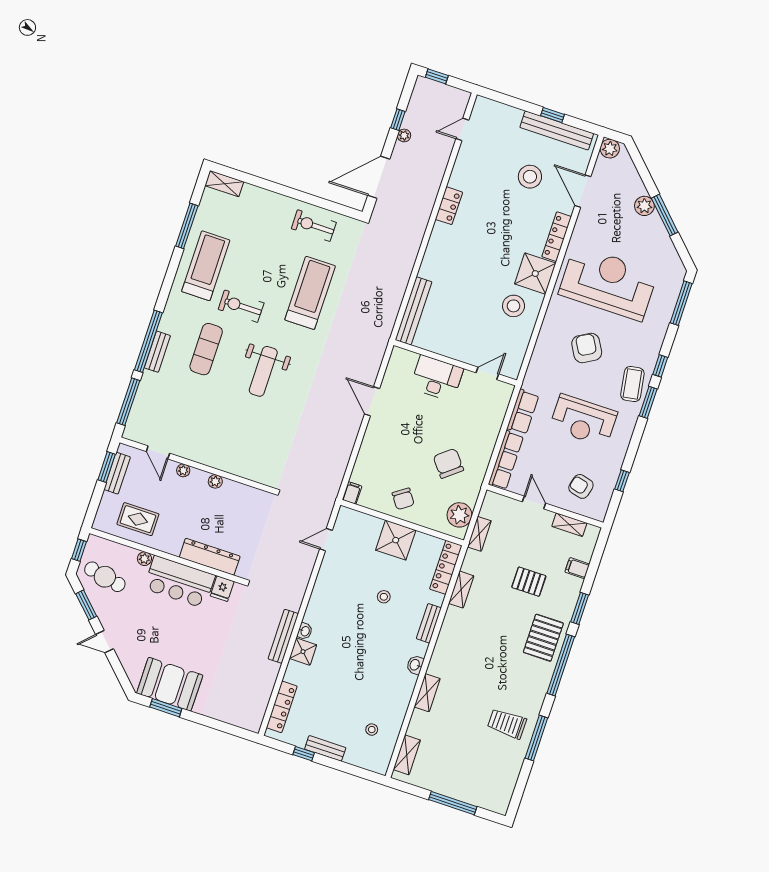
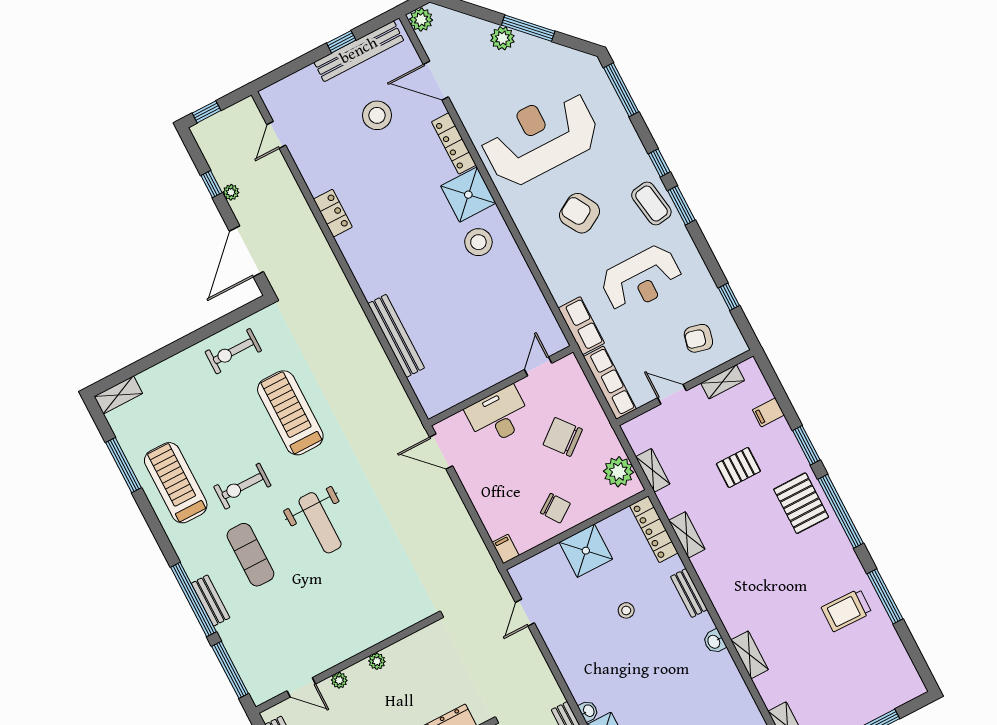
wall: (455, 363) -> (501, 386), moved
door: (487, 373) -> (538, 366), moved
desk: (437, 378) -> (498, 416), moved

